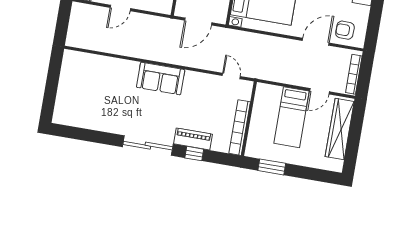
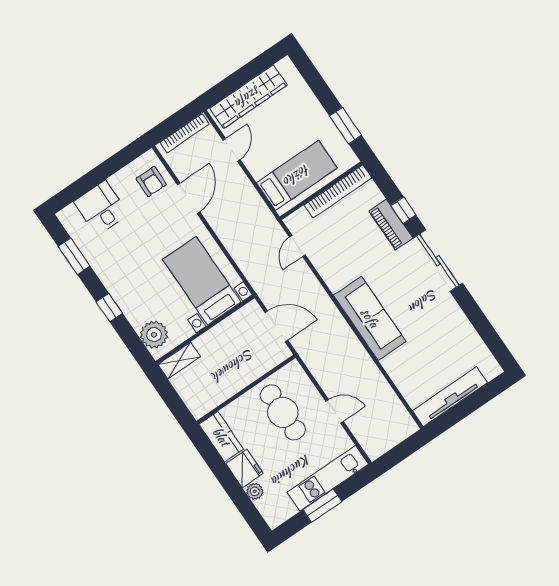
door: (316, 42) -> (189, 198), swing flipped
sofa: (161, 78) -> (370, 318), width x1.36
tv unit: (67, 79) -> (450, 397), added
door: (319, 91) -> (232, 150), hinge flipped
bed: (292, 117) -> (297, 175), moved

